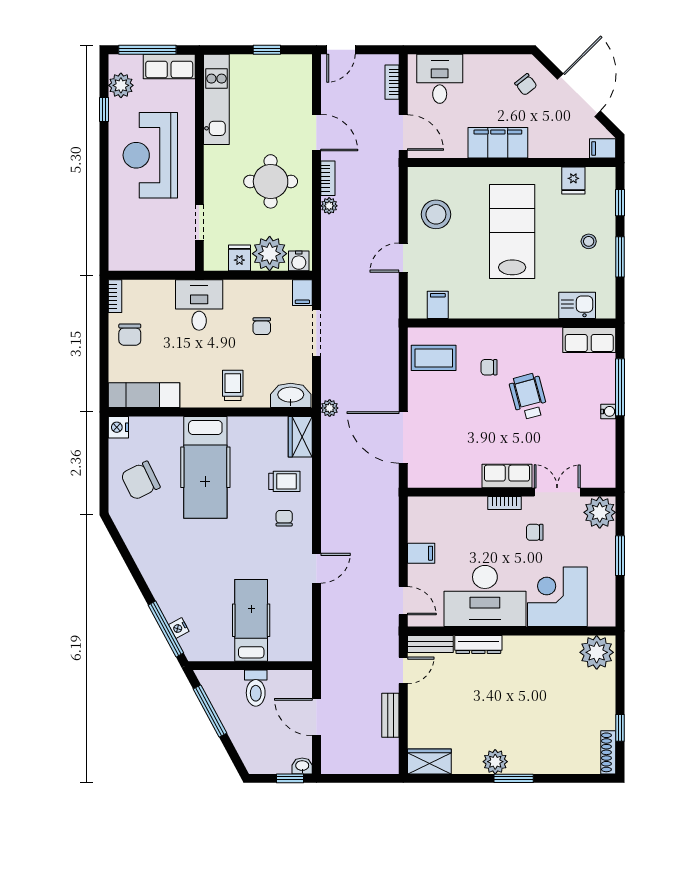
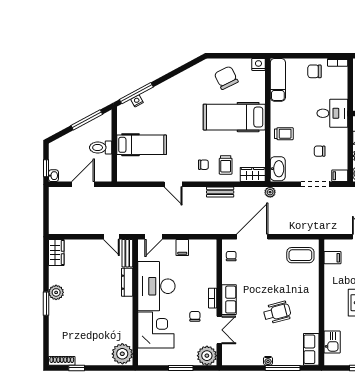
coffee table: (434, 358) -> (300, 255), turned 90
chair: (489, 367) -> (231, 256), moved
bench: (390, 715) -> (220, 192), moved

